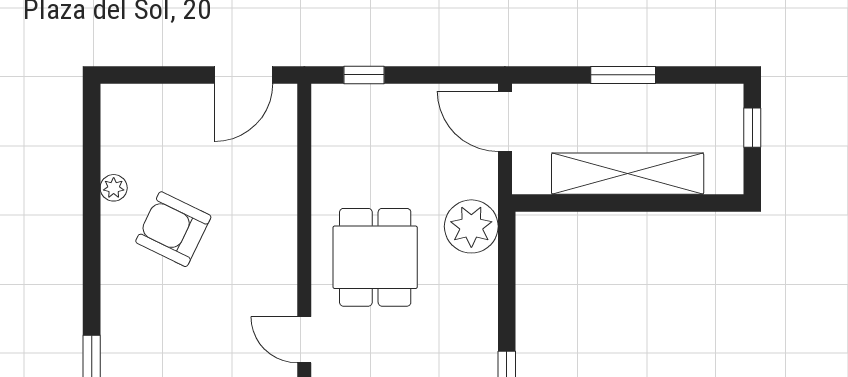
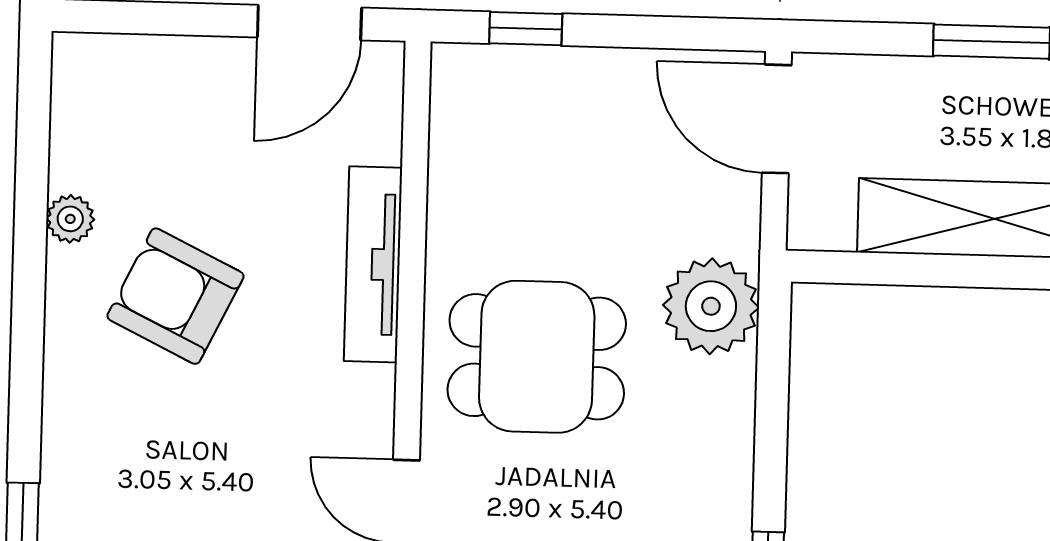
tv unit: (283, 208) -> (373, 264), added
dining table: (375, 257) -> (537, 357), turned 90

